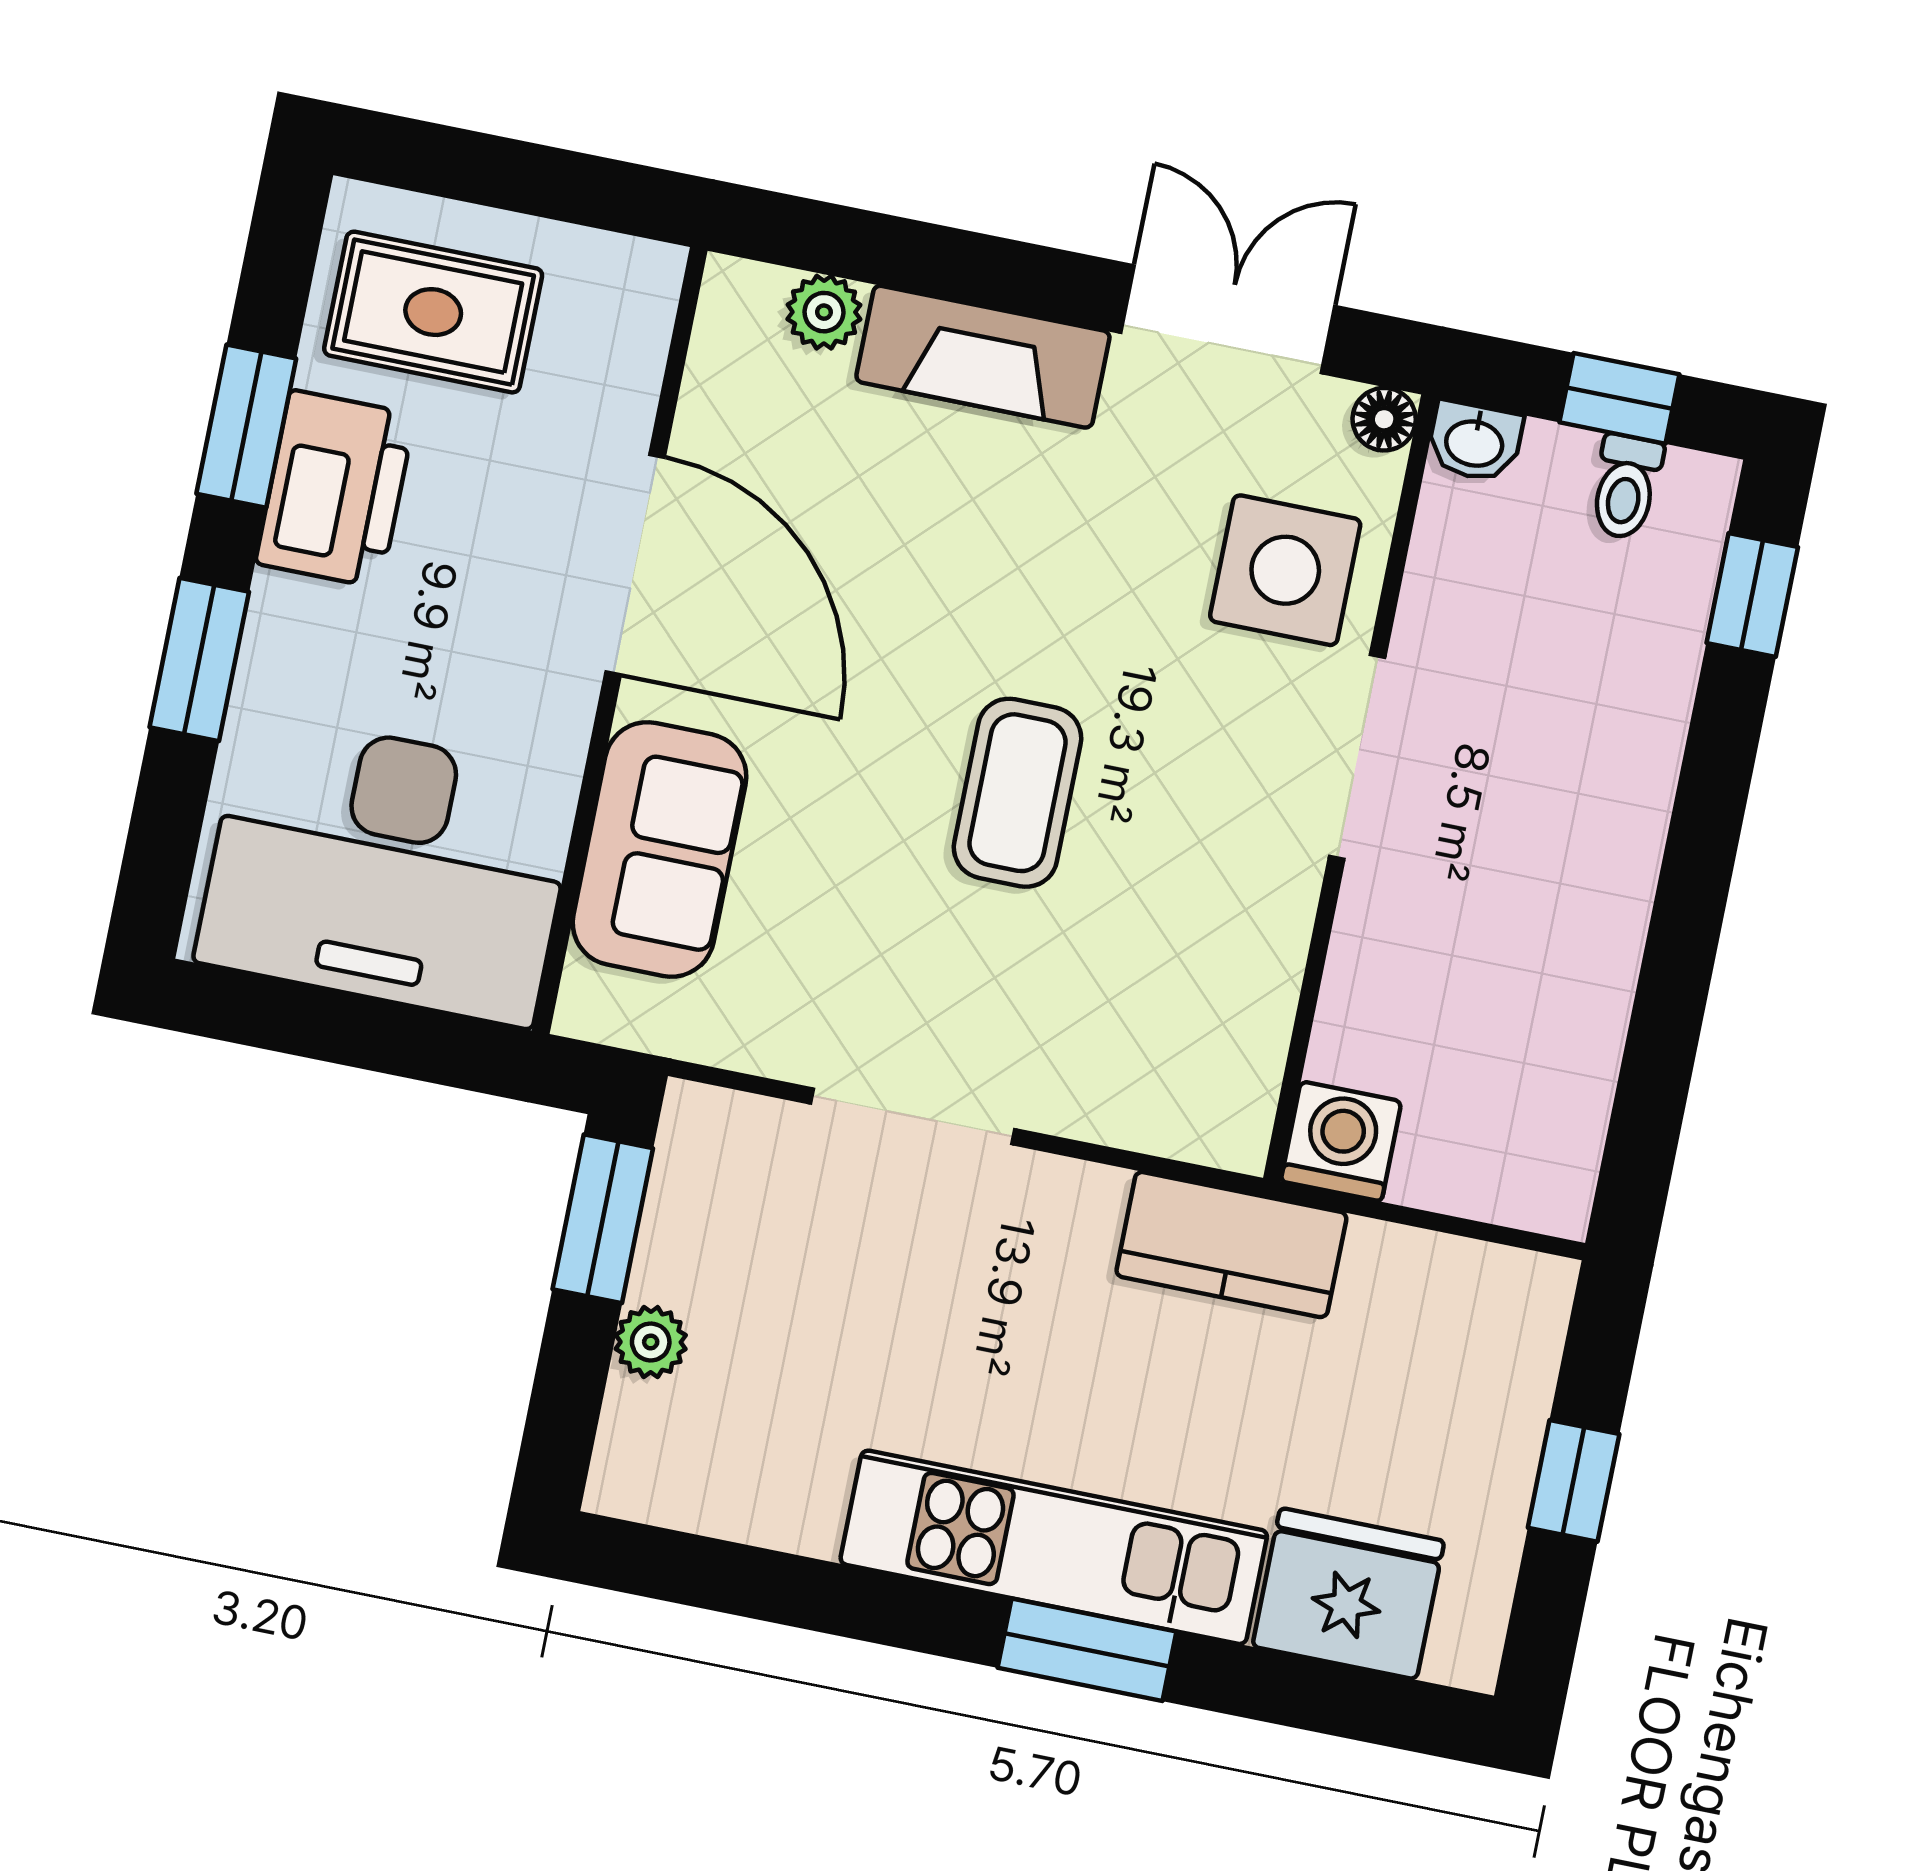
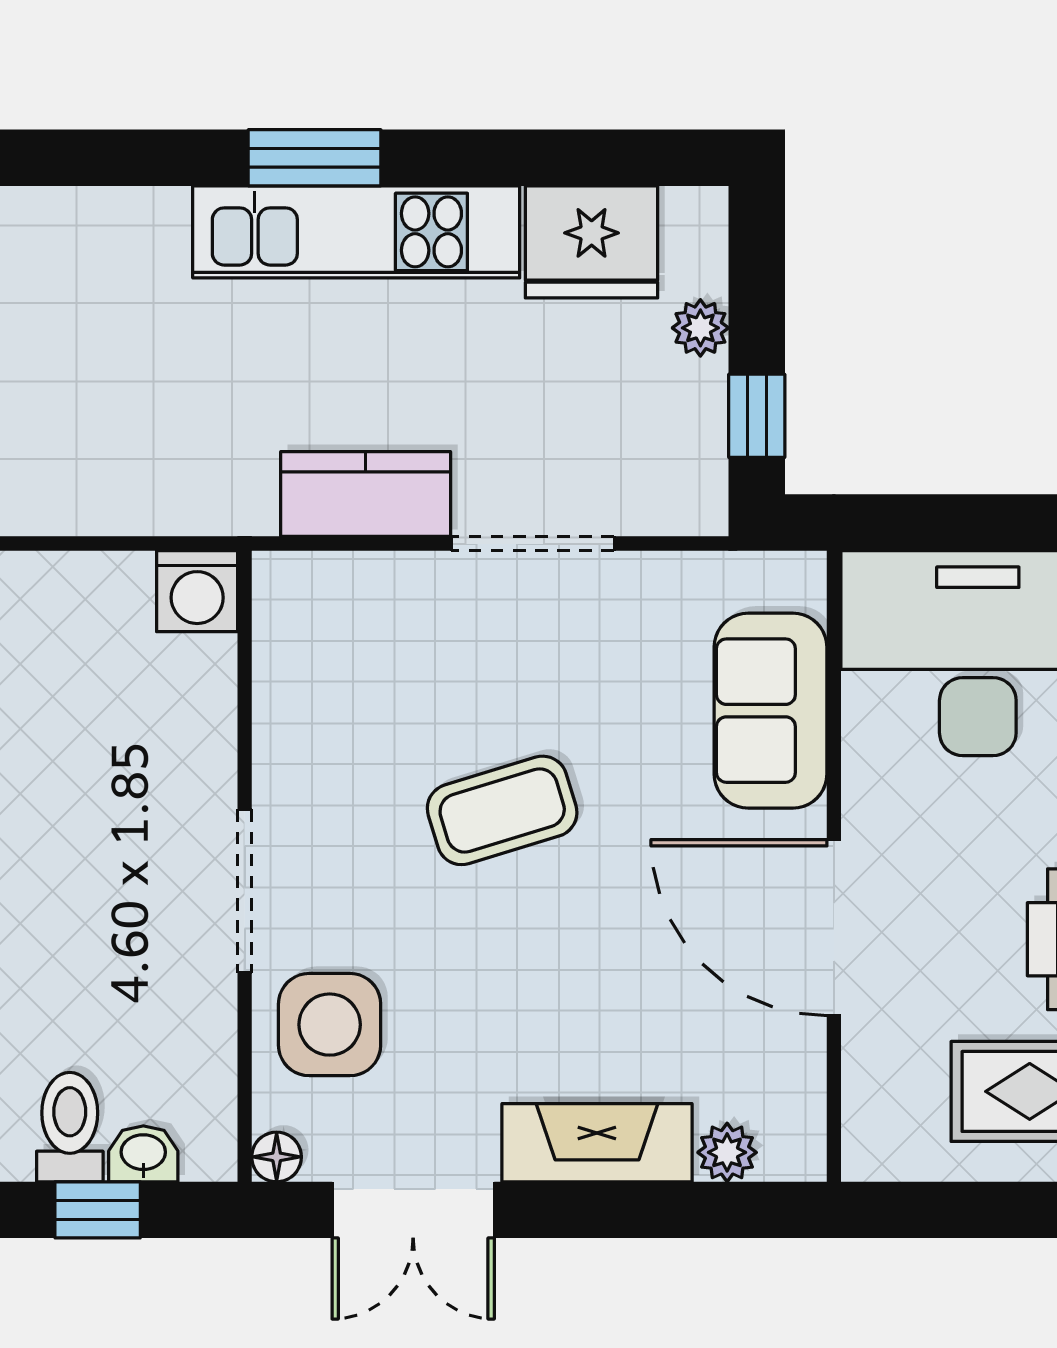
washbasin: (1475, 441) -> (143, 1154), moved
toilet: (1626, 487) -> (70, 1127), width x1.37, depth x1.39
coffee table: (1018, 793) -> (502, 810), turned 73
window: (603, 1219) -> (757, 416), width x0.67
kitchen counter: (1231, 1245) -> (366, 494), moved
fridge: (1348, 1594) -> (592, 242), moved

